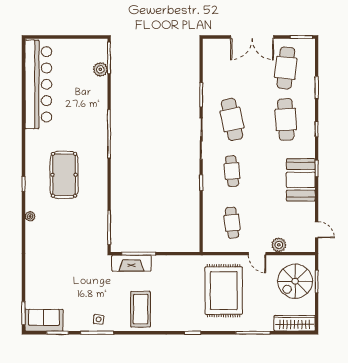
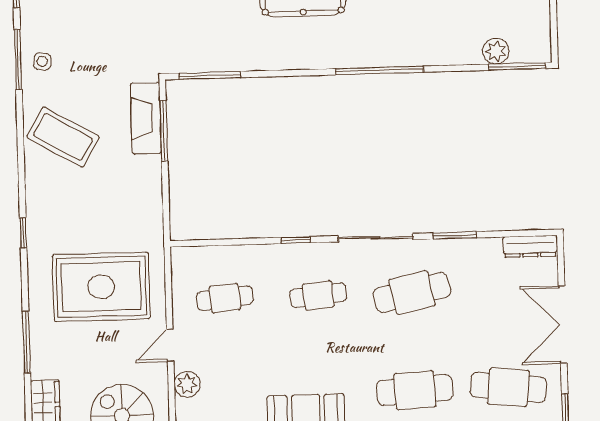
dresser: (209, 54) -> (530, 246), added
coffee table: (141, 309) -> (63, 137), turned 30

